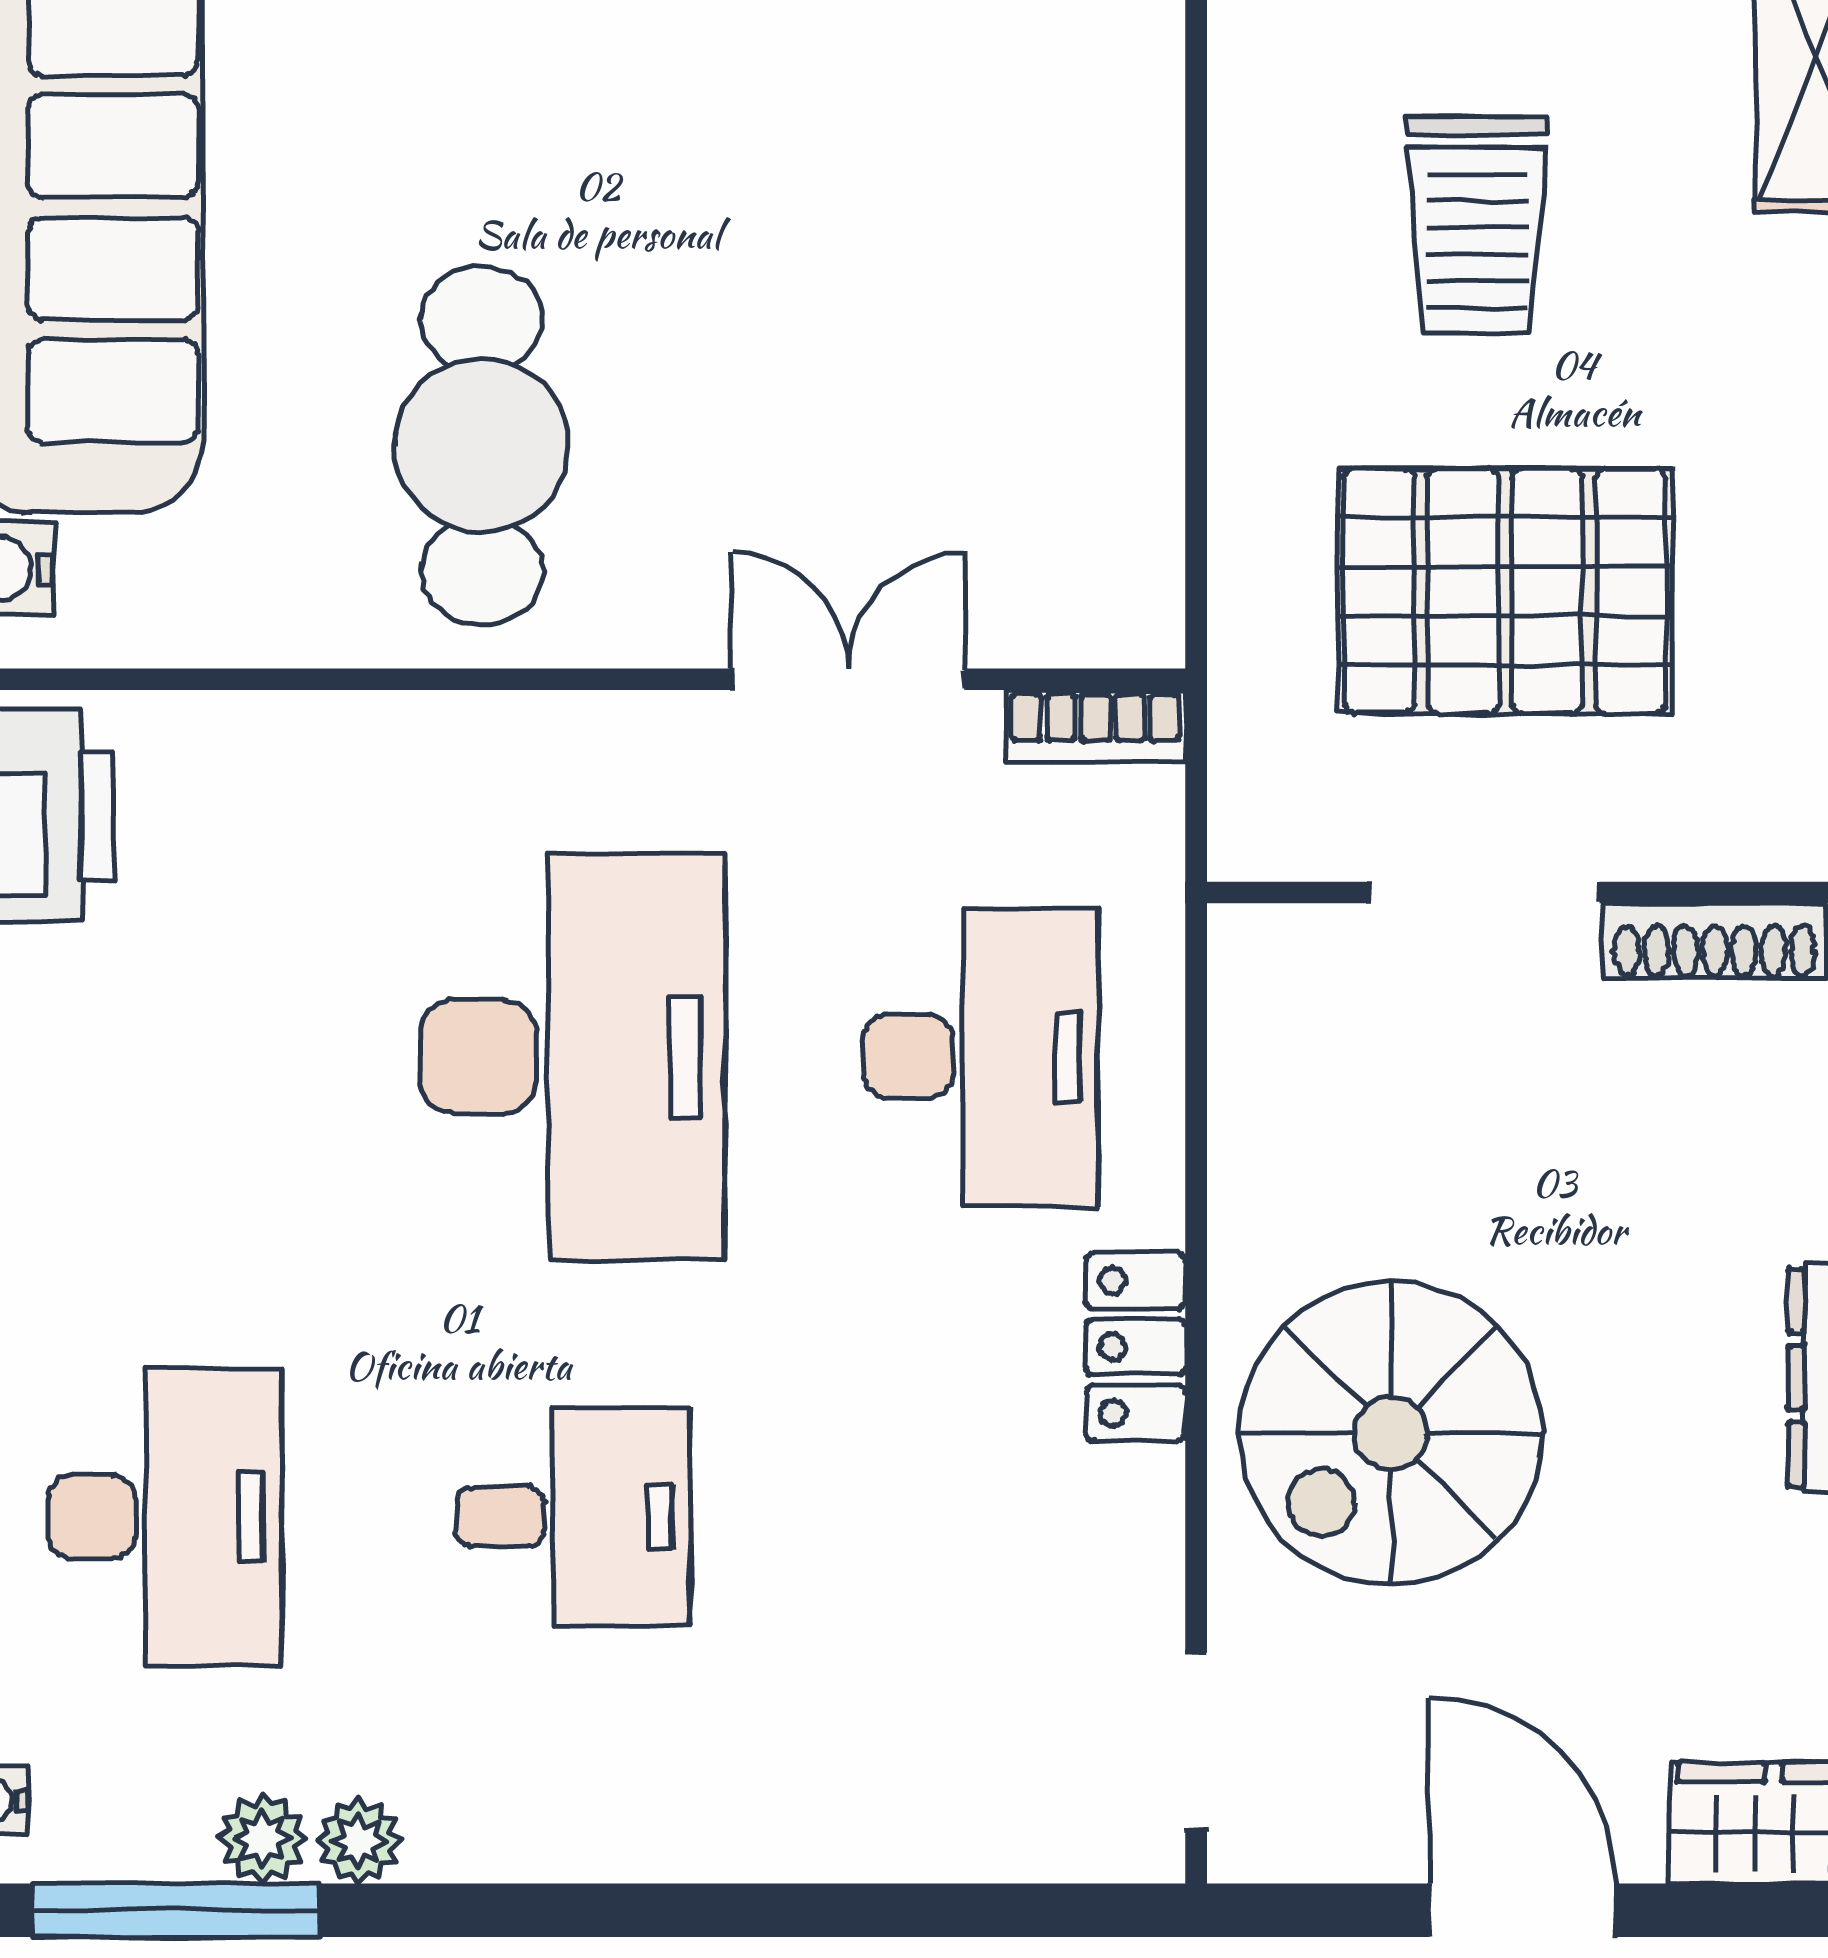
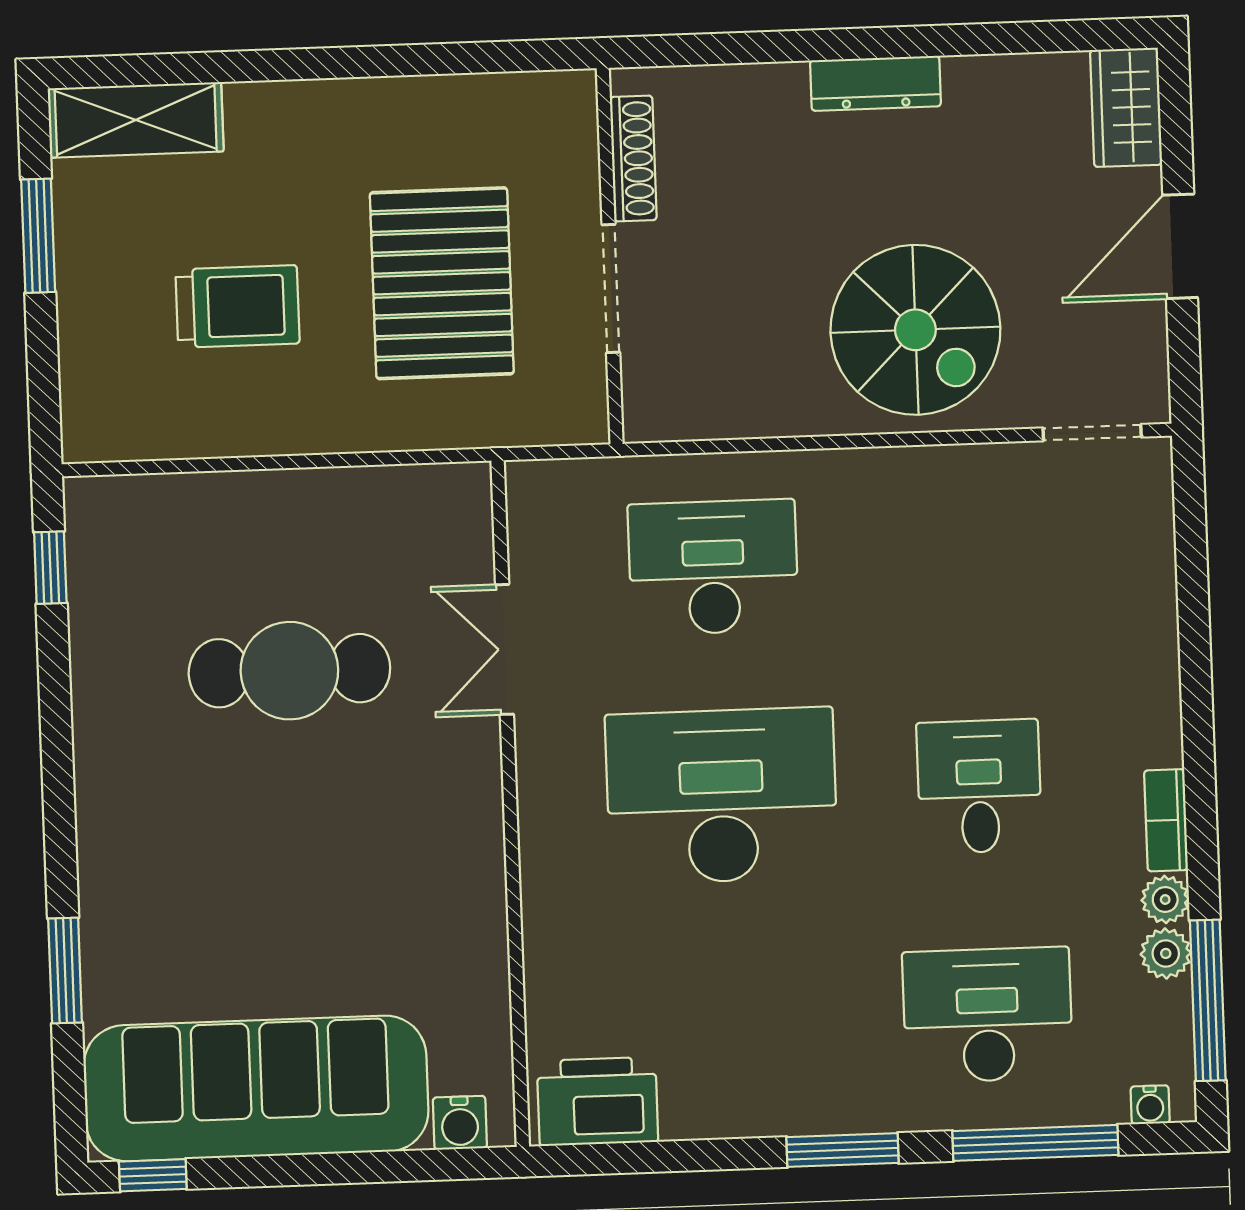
cafe table: (482, 446) -> (289, 671), moved
bookcase: (1095, 726) -> (1166, 820), moved, turned 180
locker: (1135, 1347) -> (873, 475), removed

